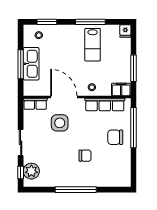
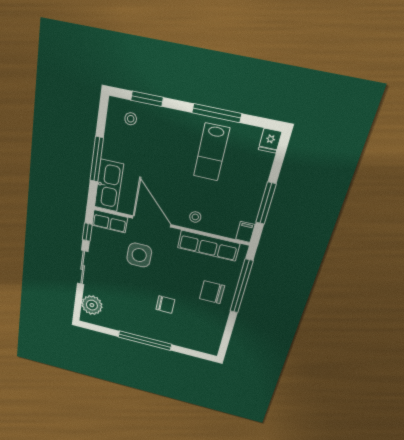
kitchen sink: (31, 64) -> (109, 186), moved
filing cabinet: (121, 89) -> (245, 232), width x0.50
window: (21, 172) -> (87, 232), moved

